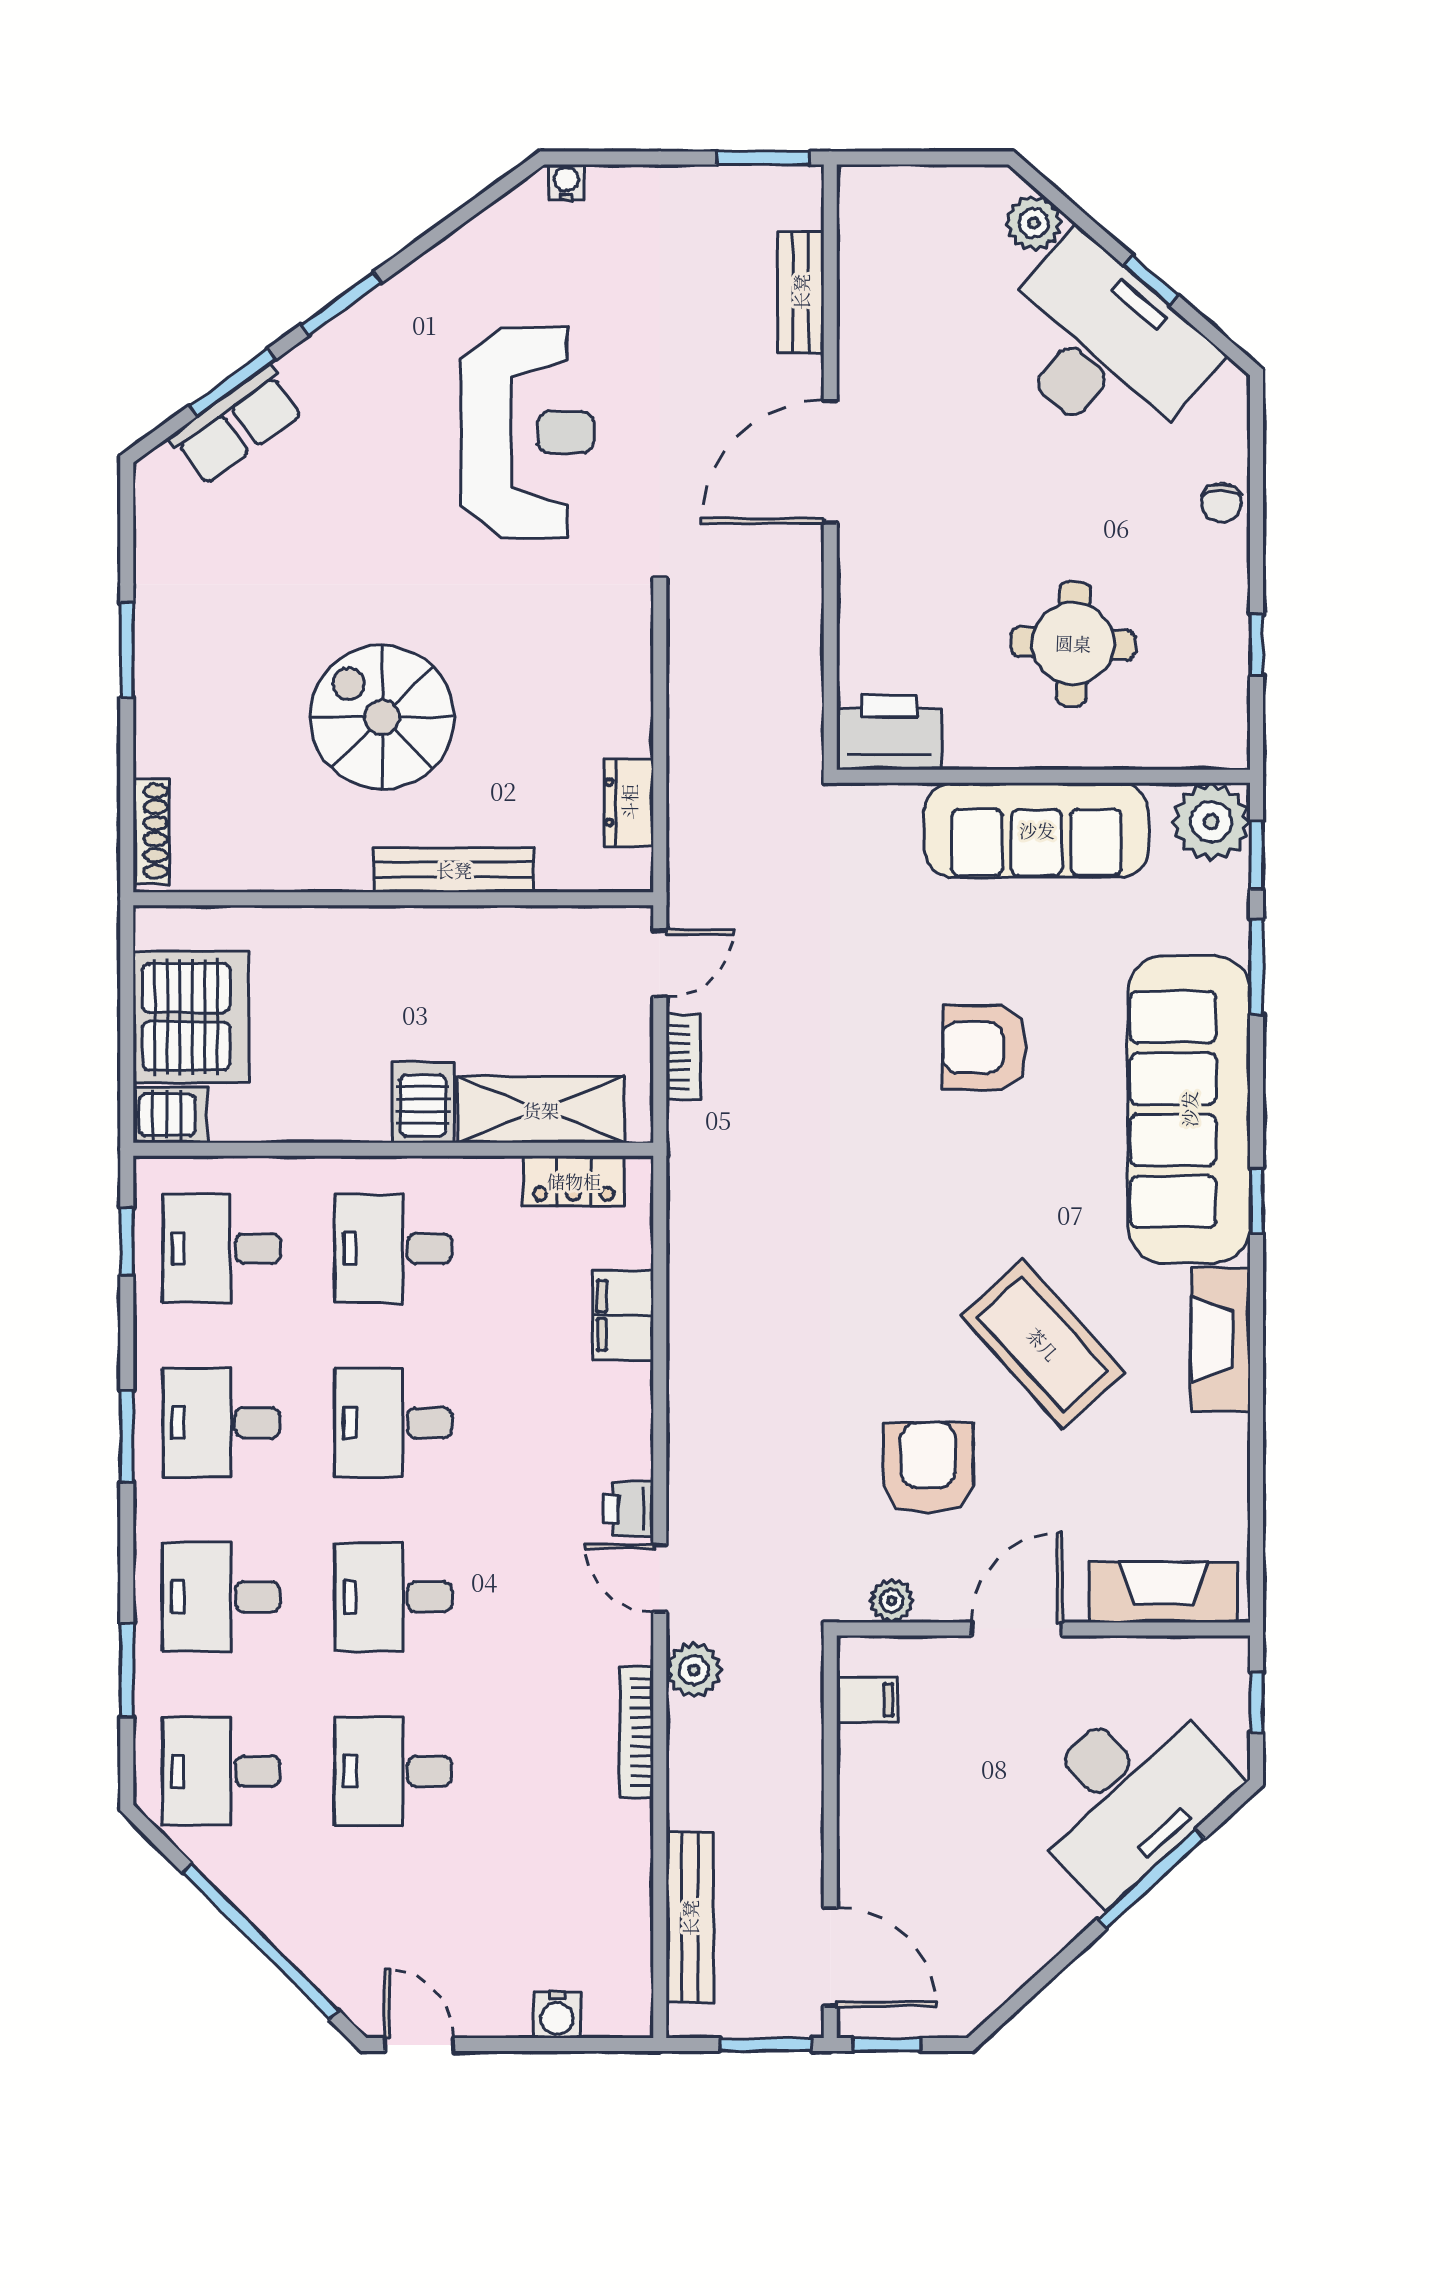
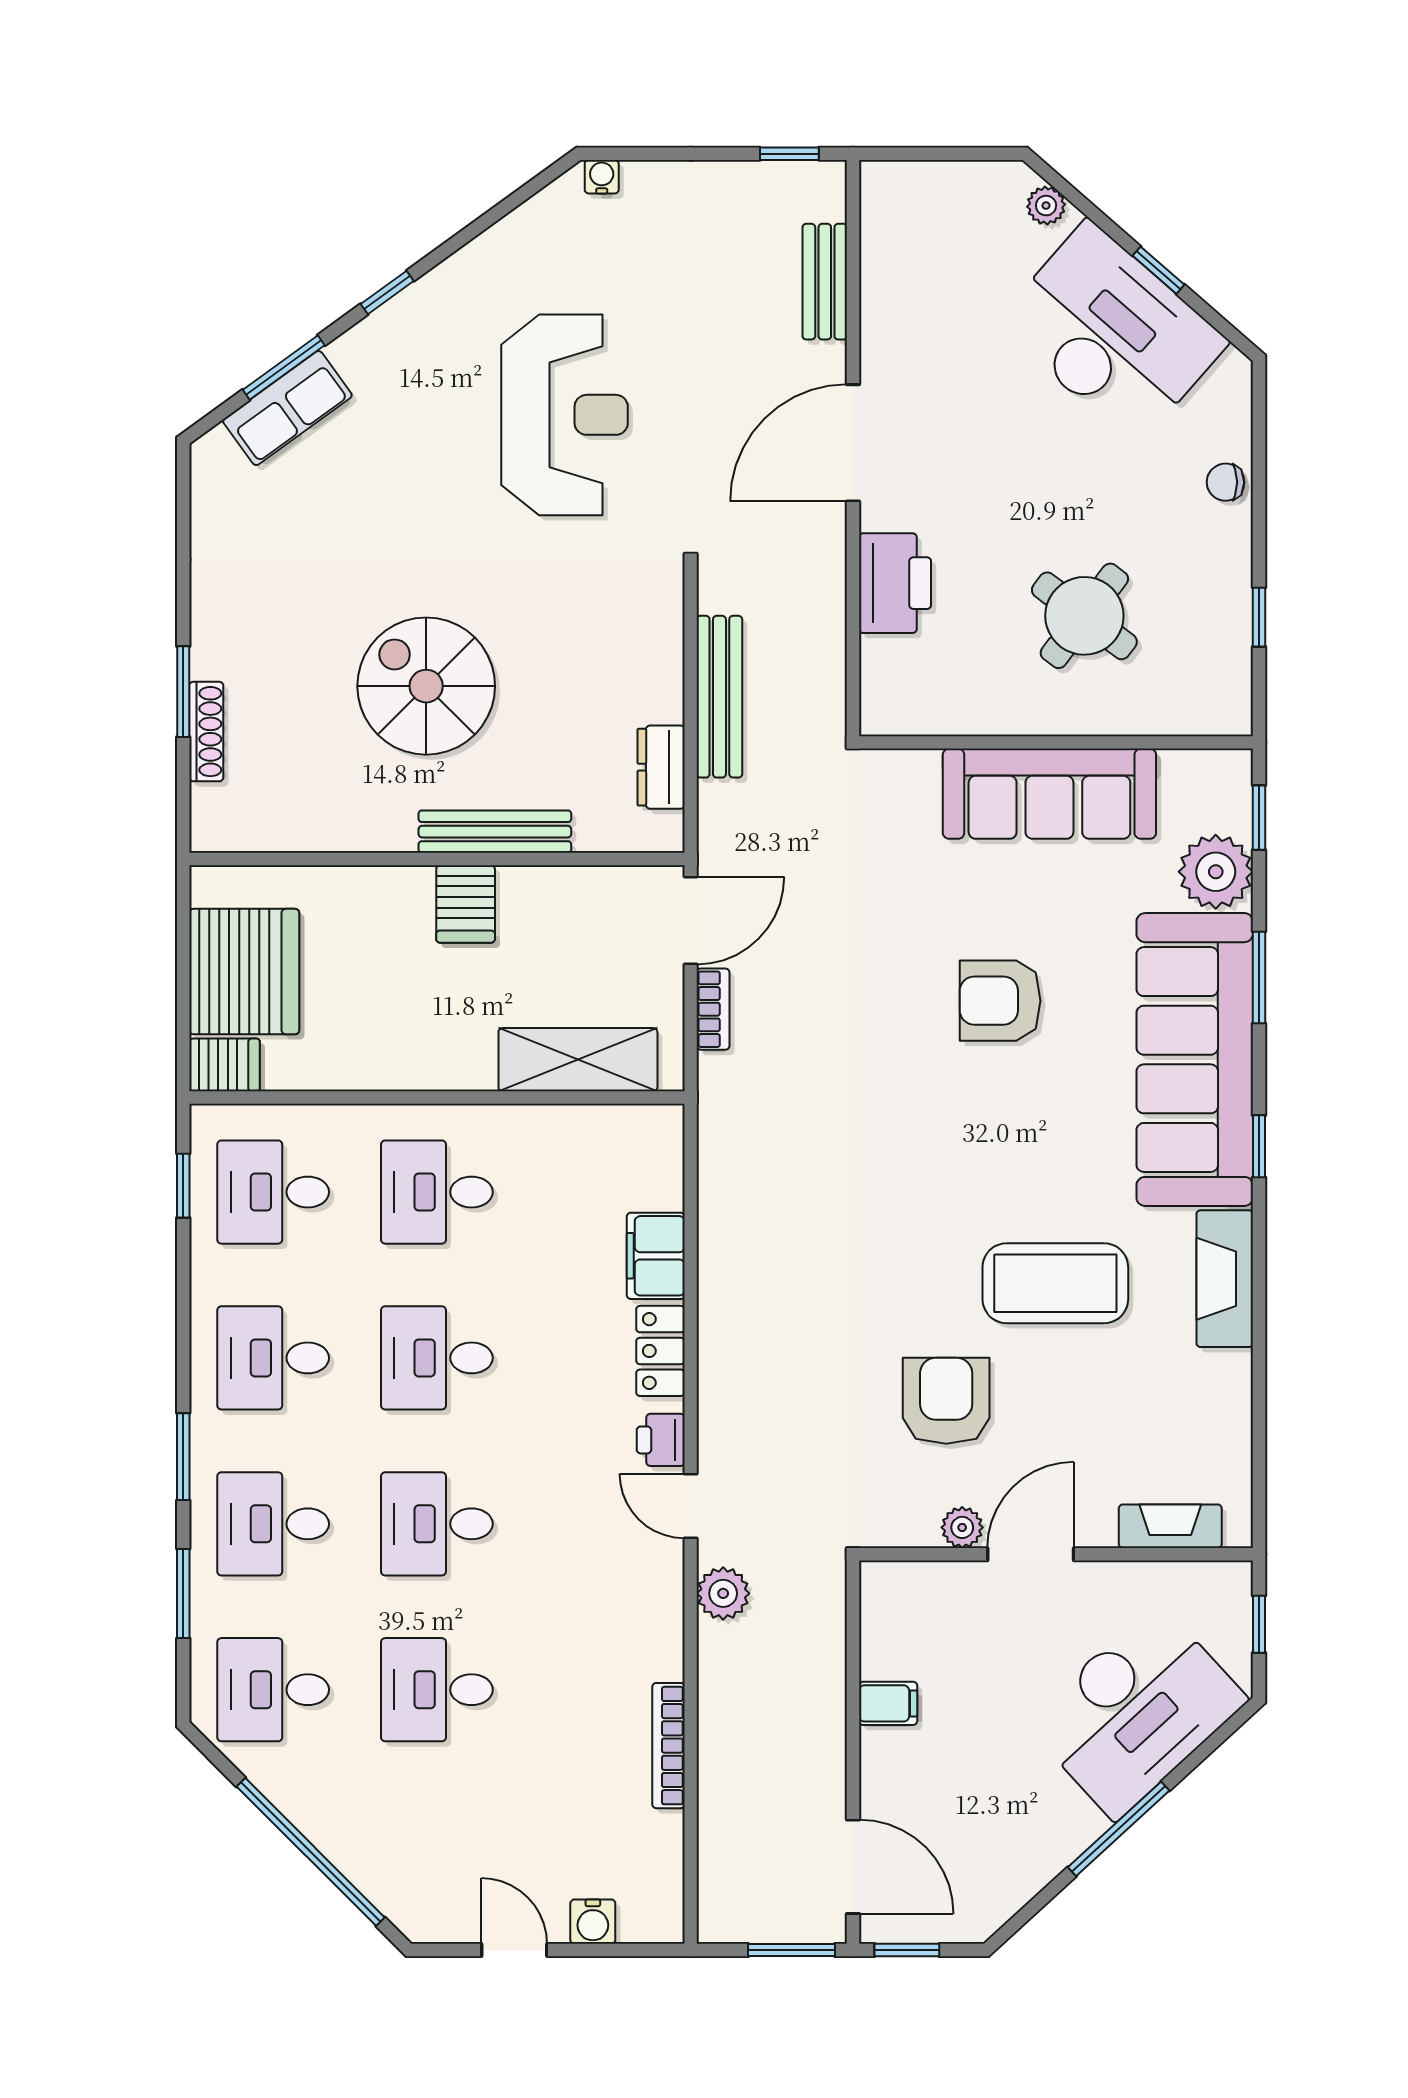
window: (763, 158) -> (789, 154), width x0.67
plant: (1034, 223) -> (1046, 206), width x0.73, depth x0.73
window: (341, 304) -> (387, 293), width x0.67
chair: (1221, 503) -> (1226, 482), turned 90
round table: (1073, 643) -> (1084, 616), turned 35
window: (127, 650) -> (183, 692), moved
printer: (889, 732) -> (895, 583), moved, turned 90
plant: (1211, 822) -> (1216, 872), moved
shoe rack: (151, 831) -> (206, 732), moved
door: (660, 963) -> (691, 921), width x1.38
window: (1257, 967) -> (1259, 978), moved
server rack: (423, 1102) -> (466, 904), moved, turned 180
locker: (574, 1181) -> (660, 1351), moved, turned 90
coffee table: (1043, 1344) -> (1055, 1283), turned -48
window: (127, 1436) -> (183, 1457), moved
fireplace: (1163, 1592) -> (1170, 1526), width x0.73, depth x0.76
plant: (892, 1601) -> (962, 1527), moved
filing cabinet: (867, 1700) -> (888, 1703), moved
bookcase: (636, 1732) -> (668, 1746), moved
window: (1151, 1879) -> (1119, 1829), moved
bench: (690, 1918) -> (719, 697), moved
door: (419, 2045) -> (514, 1950), moved

